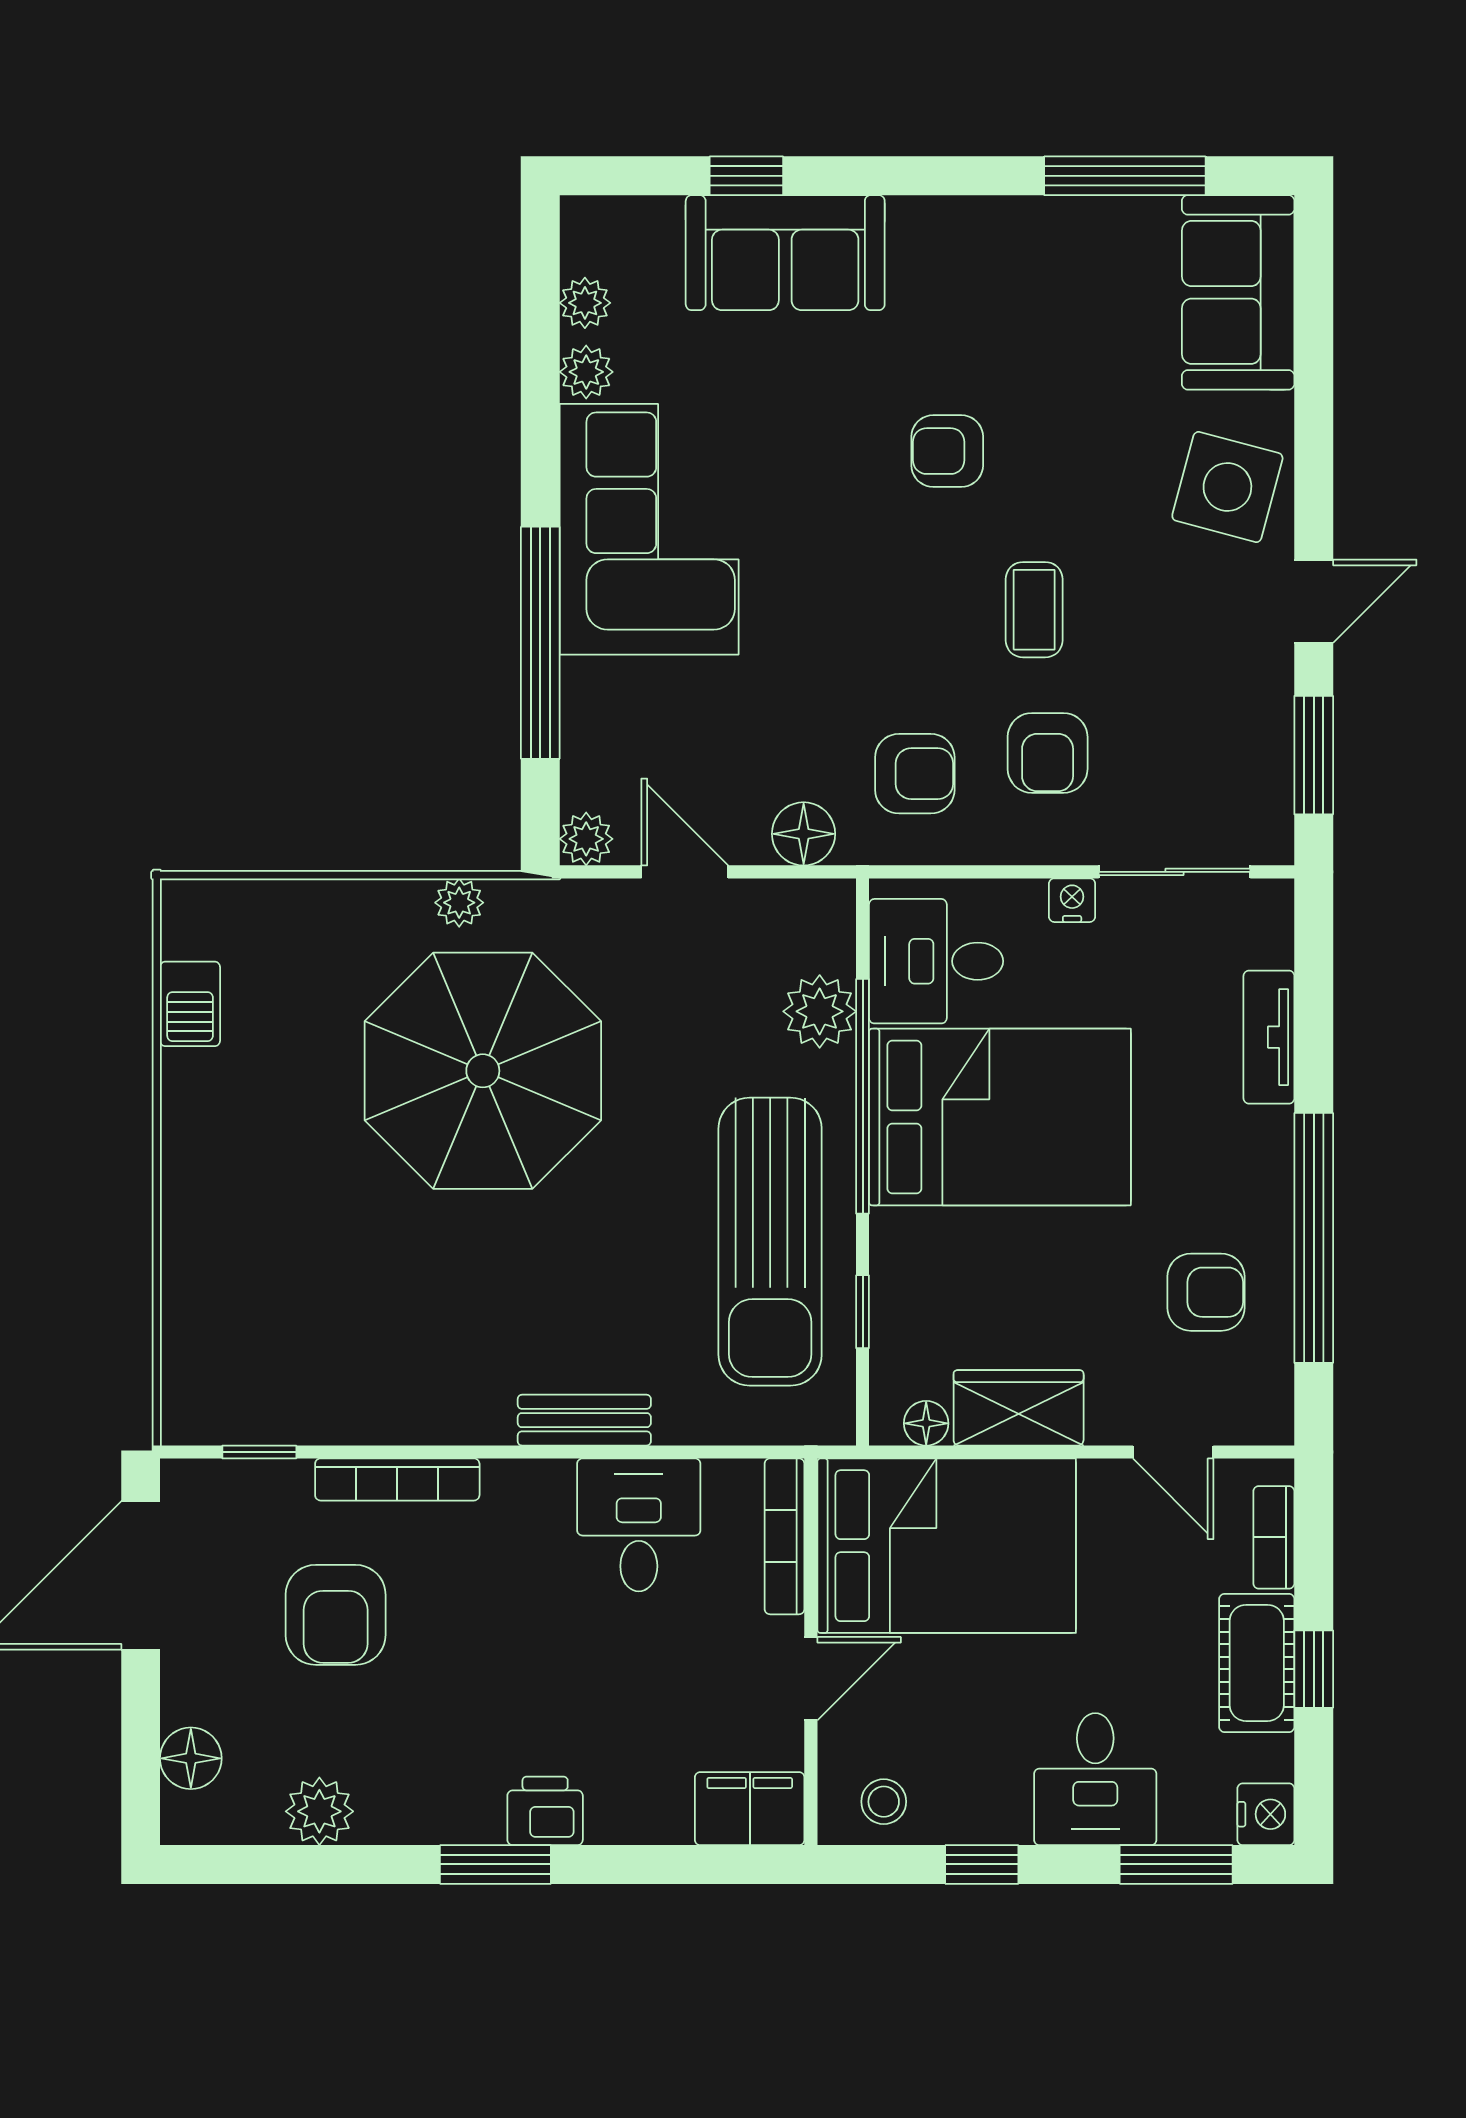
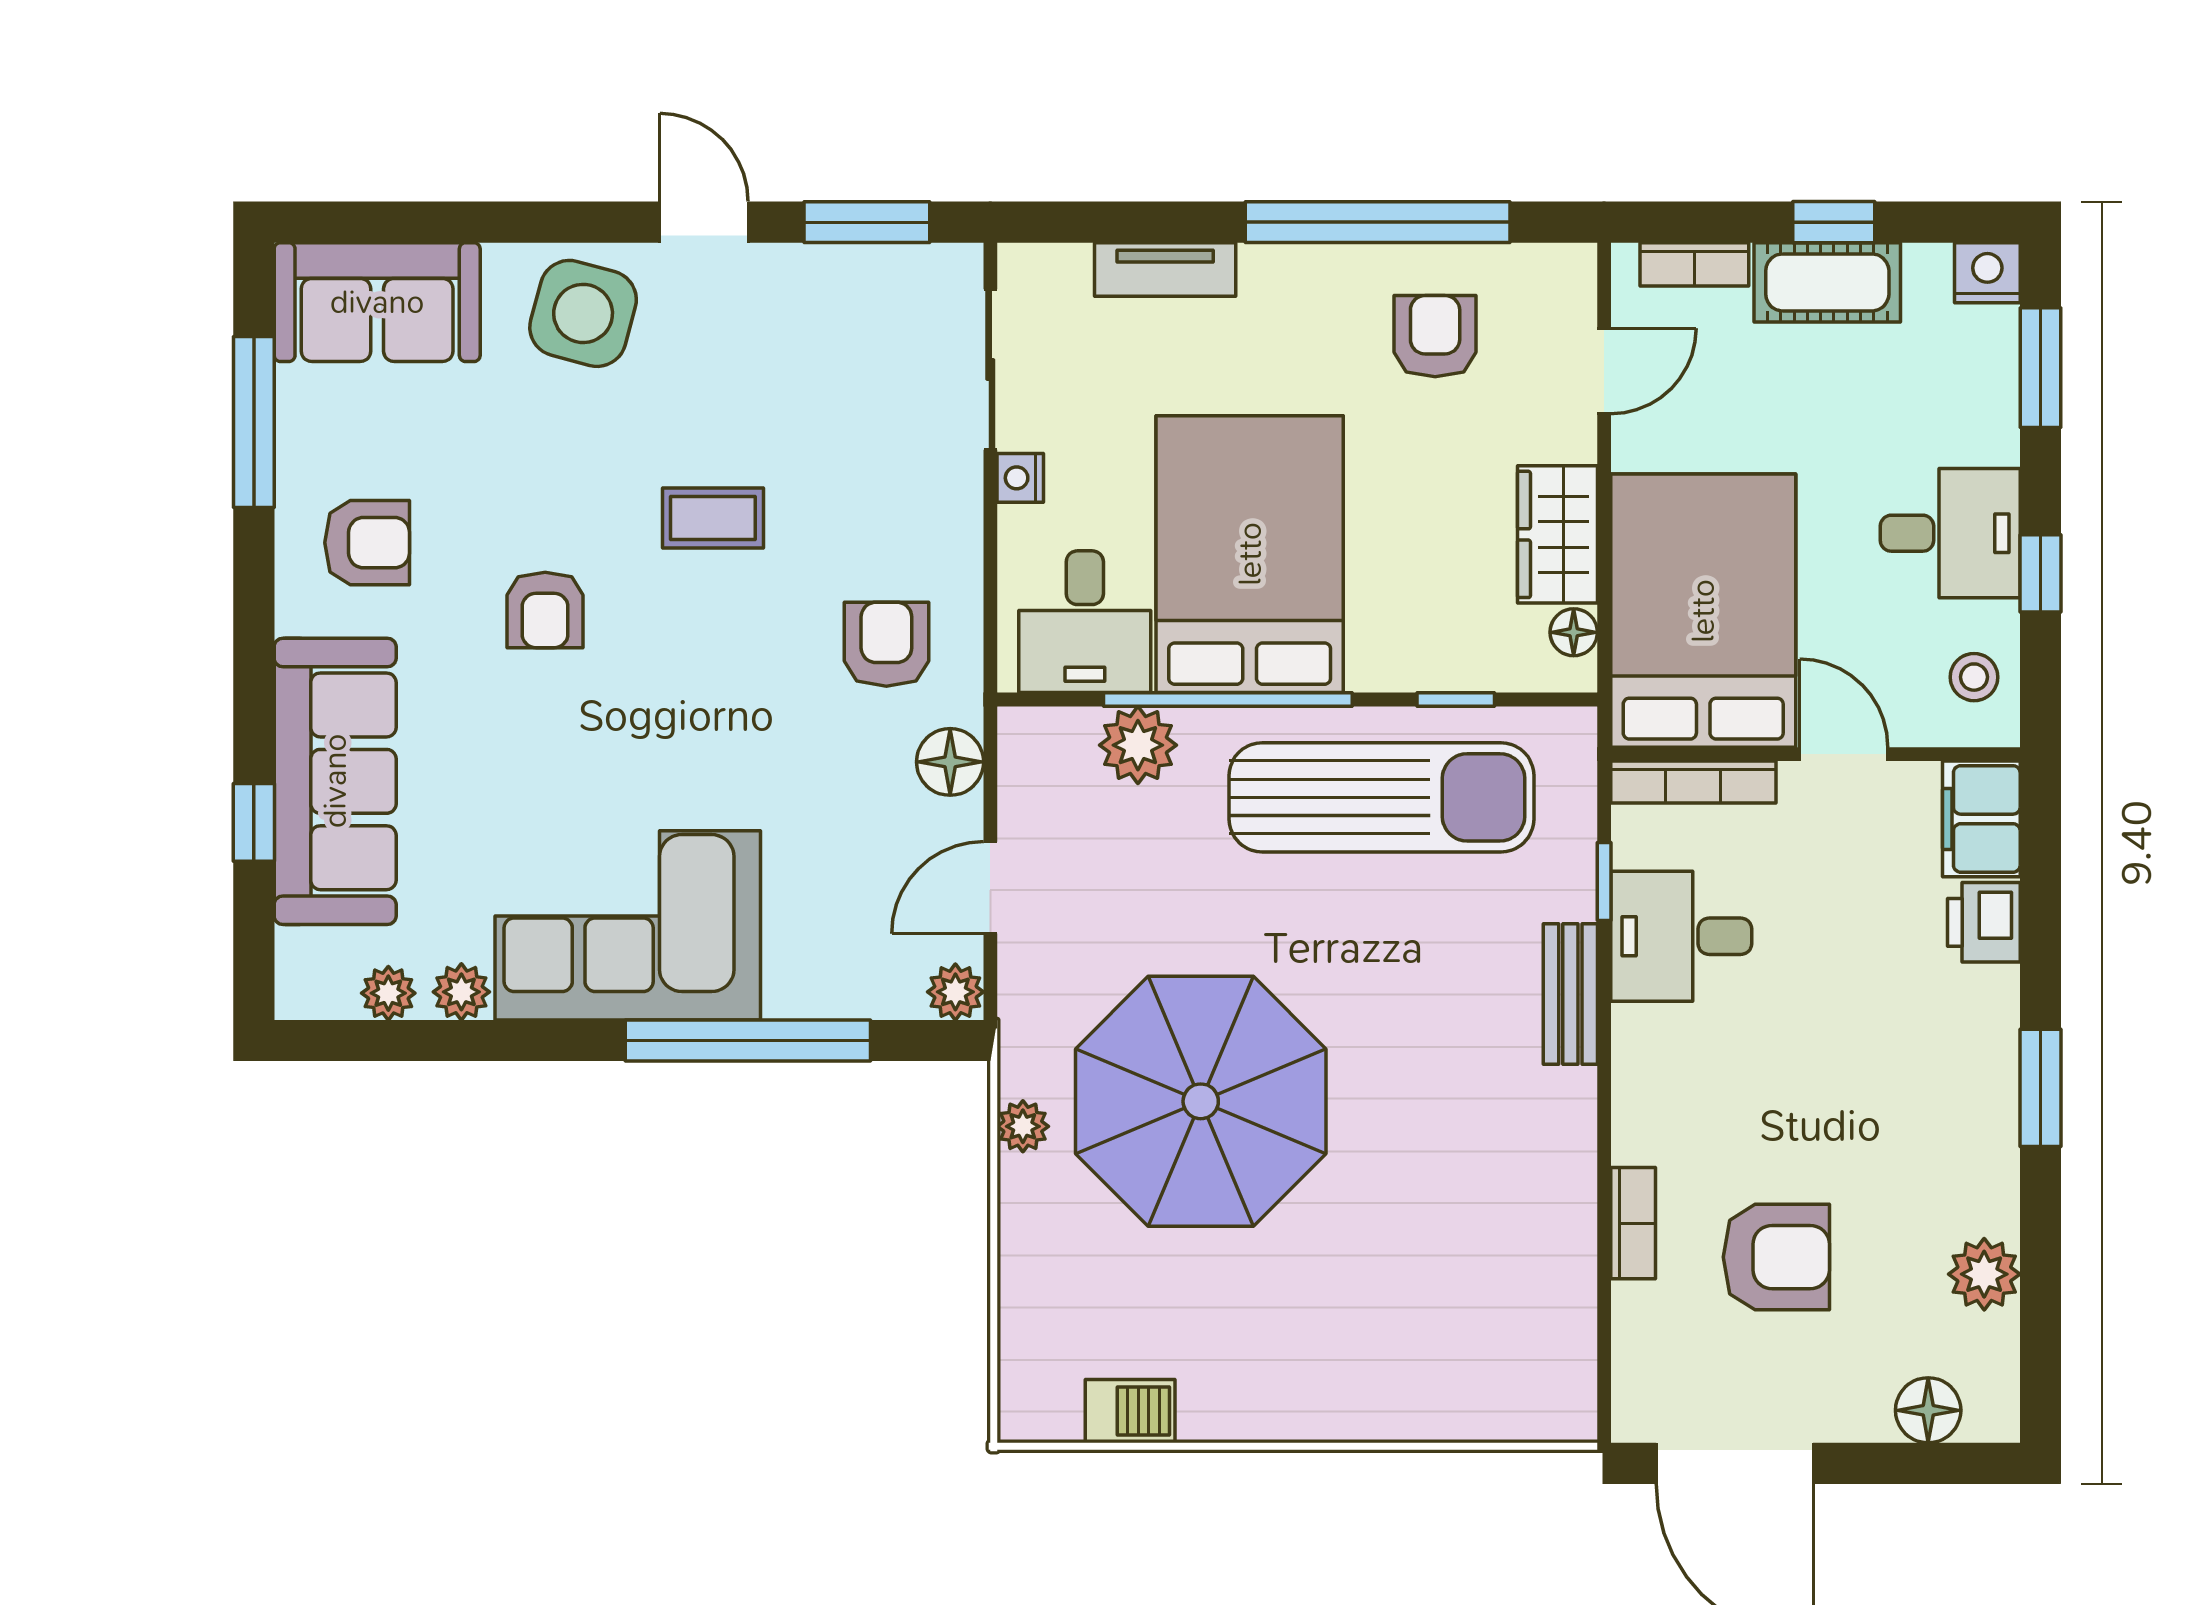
sofa: (785, 253) -> (335, 781), width x1.36
armchair: (1048, 753) -> (367, 543), moved
window: (259, 1452) -> (1604, 881), moved
bookcase: (397, 1479) -> (1633, 1223), width x0.64
desk: (1095, 1779) -> (1950, 533), moved
printer: (545, 1811) -> (1984, 922), moved

